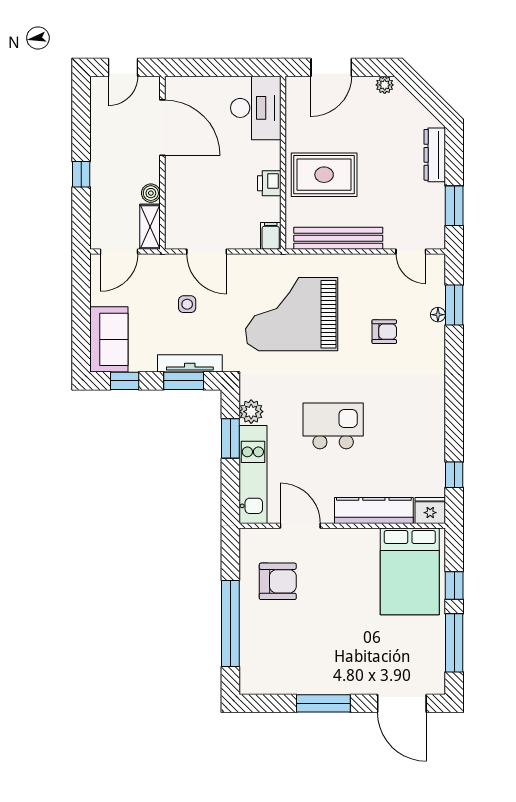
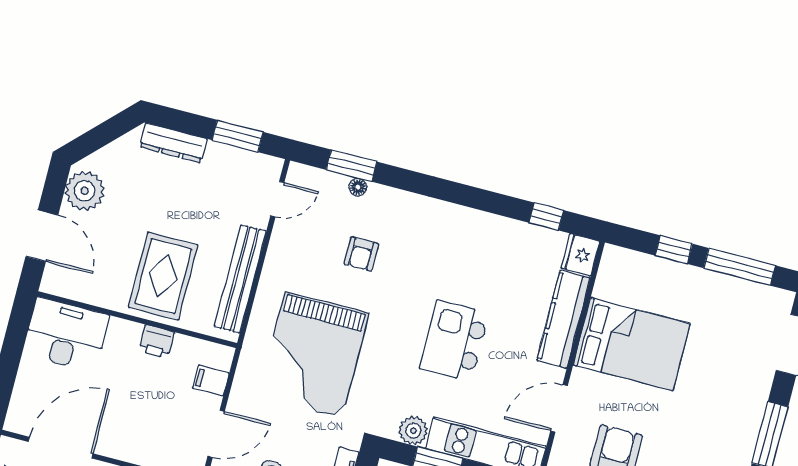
plant: (385, 85) -> (85, 191), width x1.88, depth x1.88
filing cabinet: (271, 236) -> (211, 381), moved
armchair: (384, 332) -> (361, 254), turned 180
bed: (410, 571) -> (632, 344), moved

